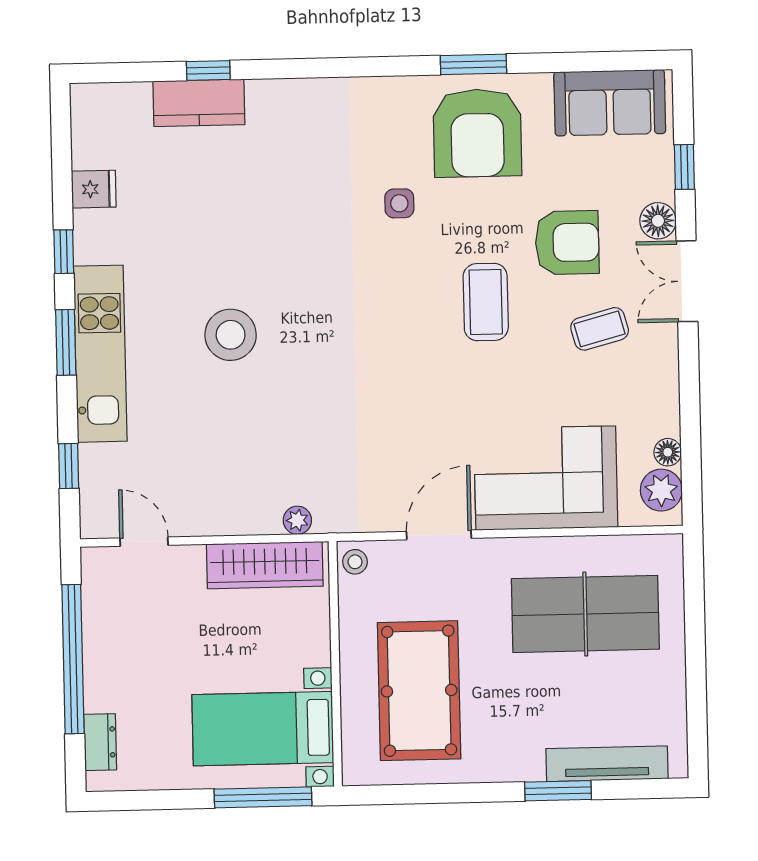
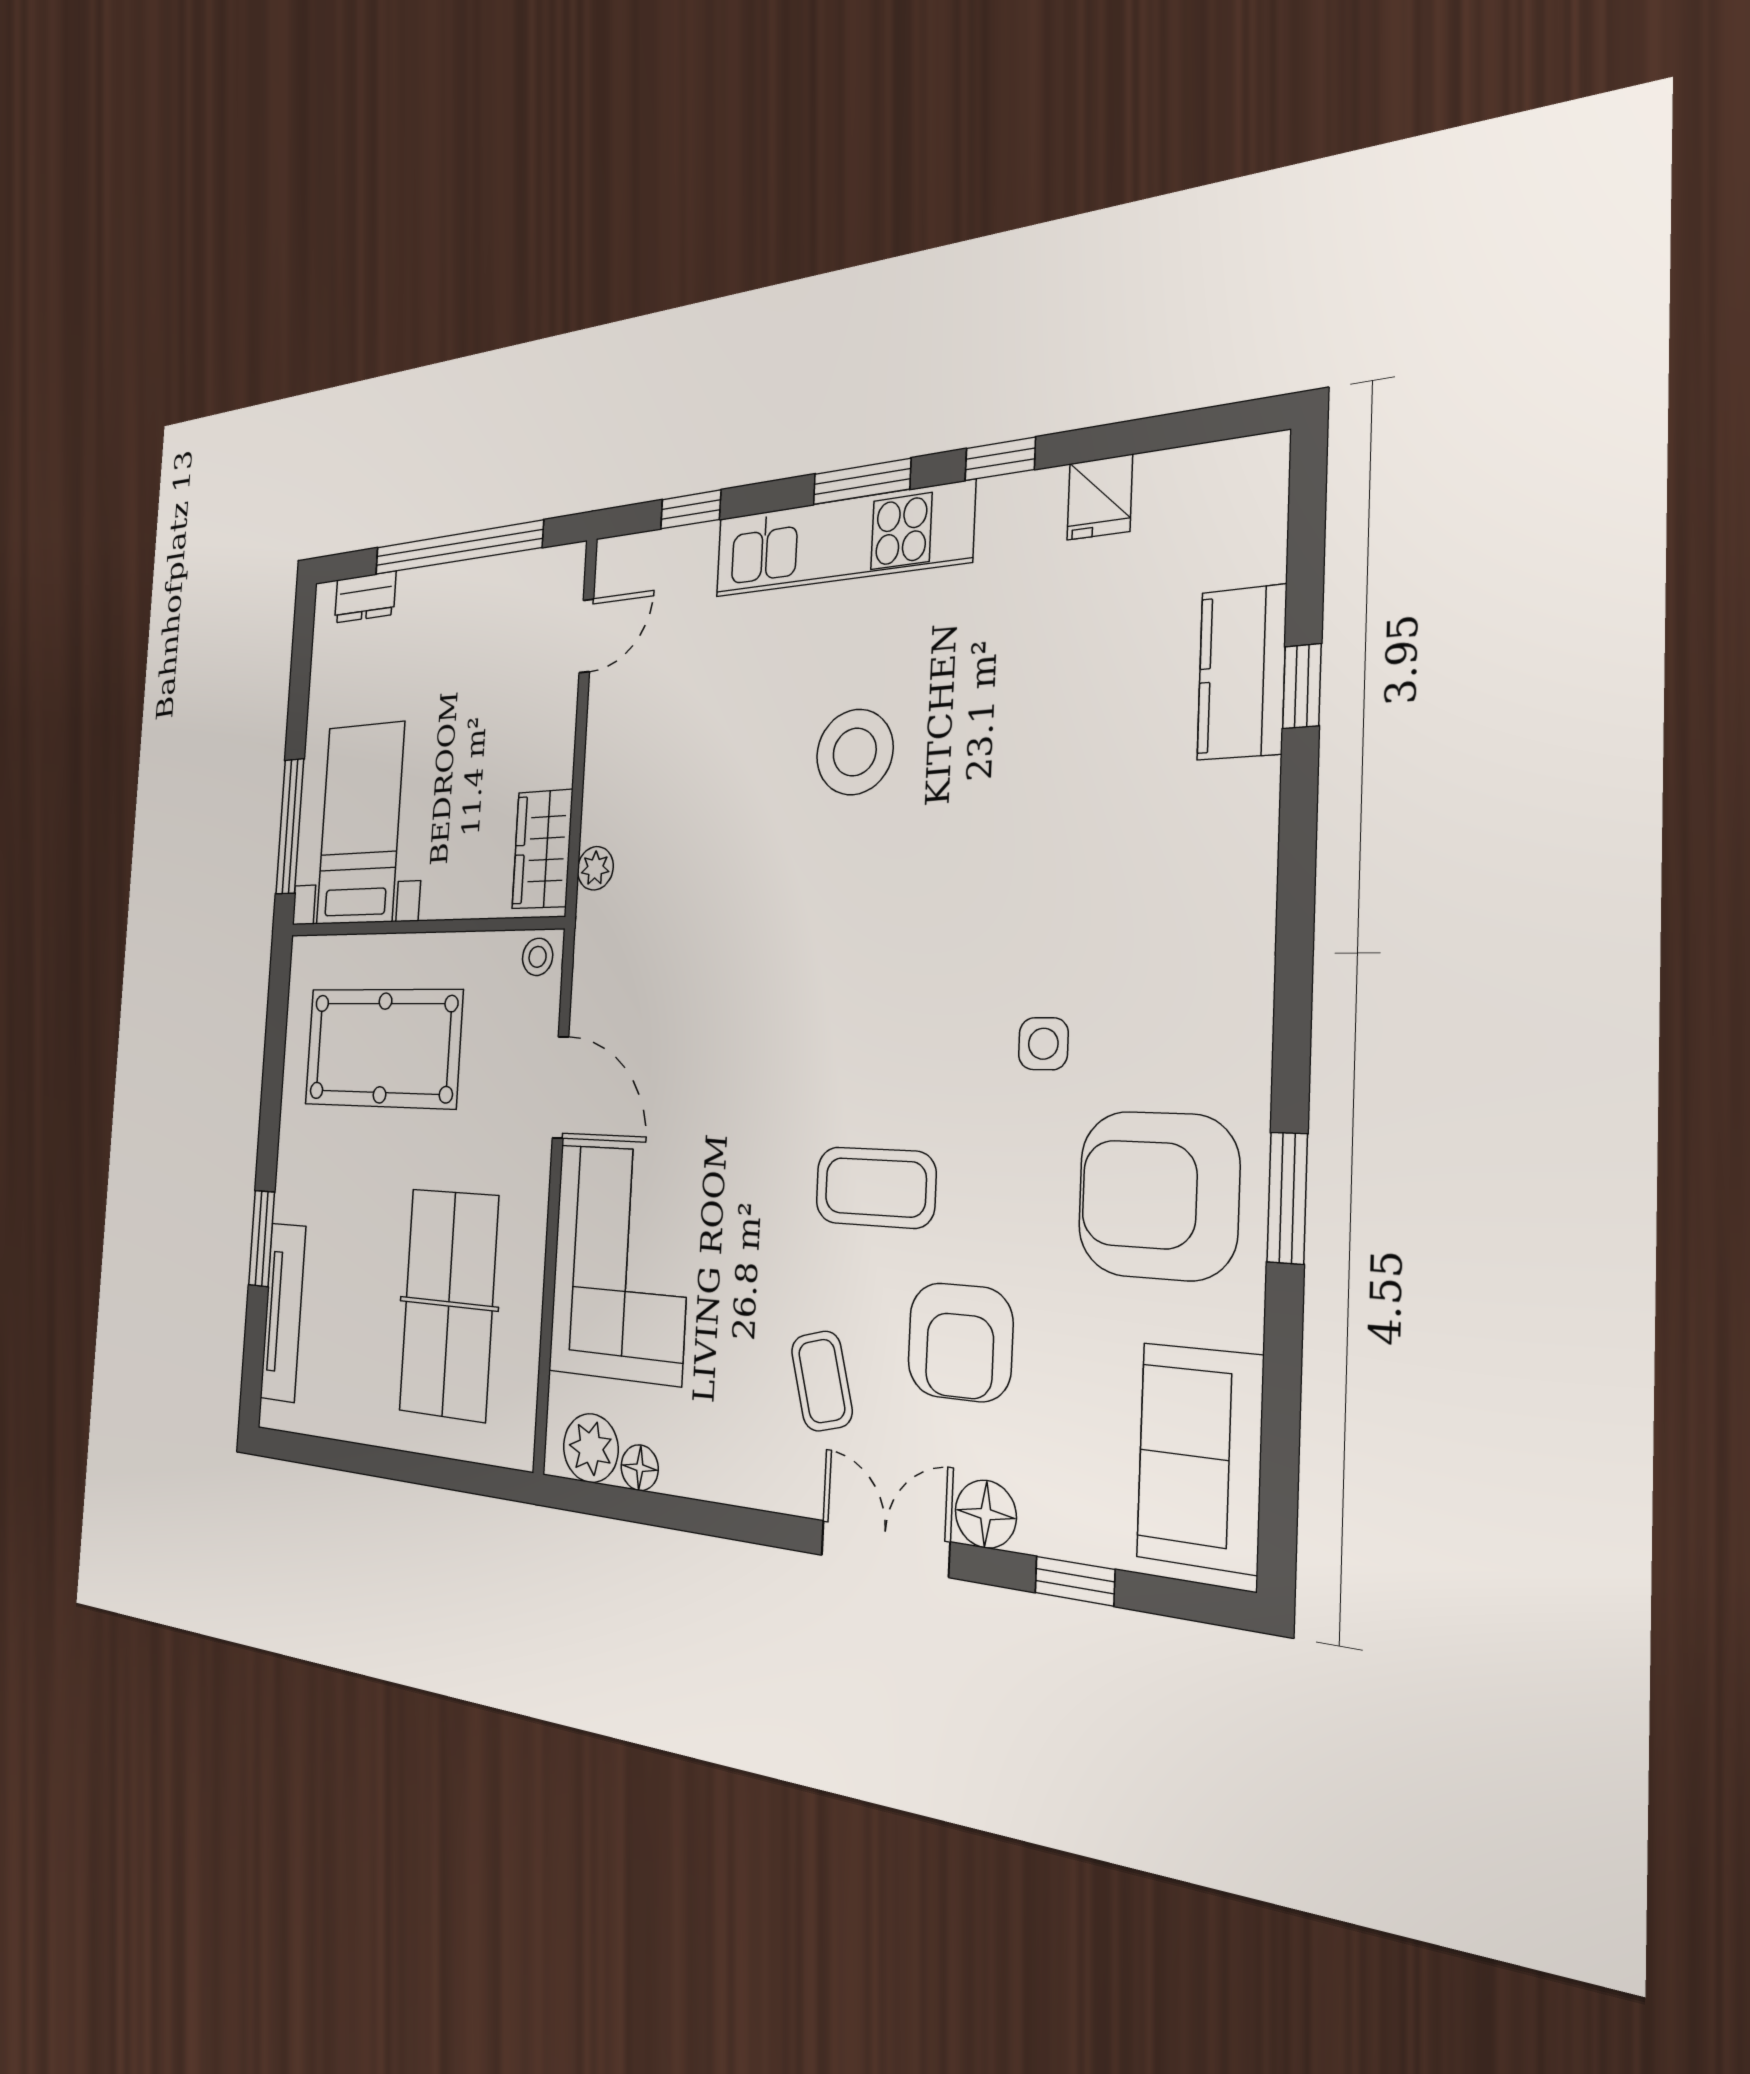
wardrobe: (265, 565) -> (542, 849), width x0.67

